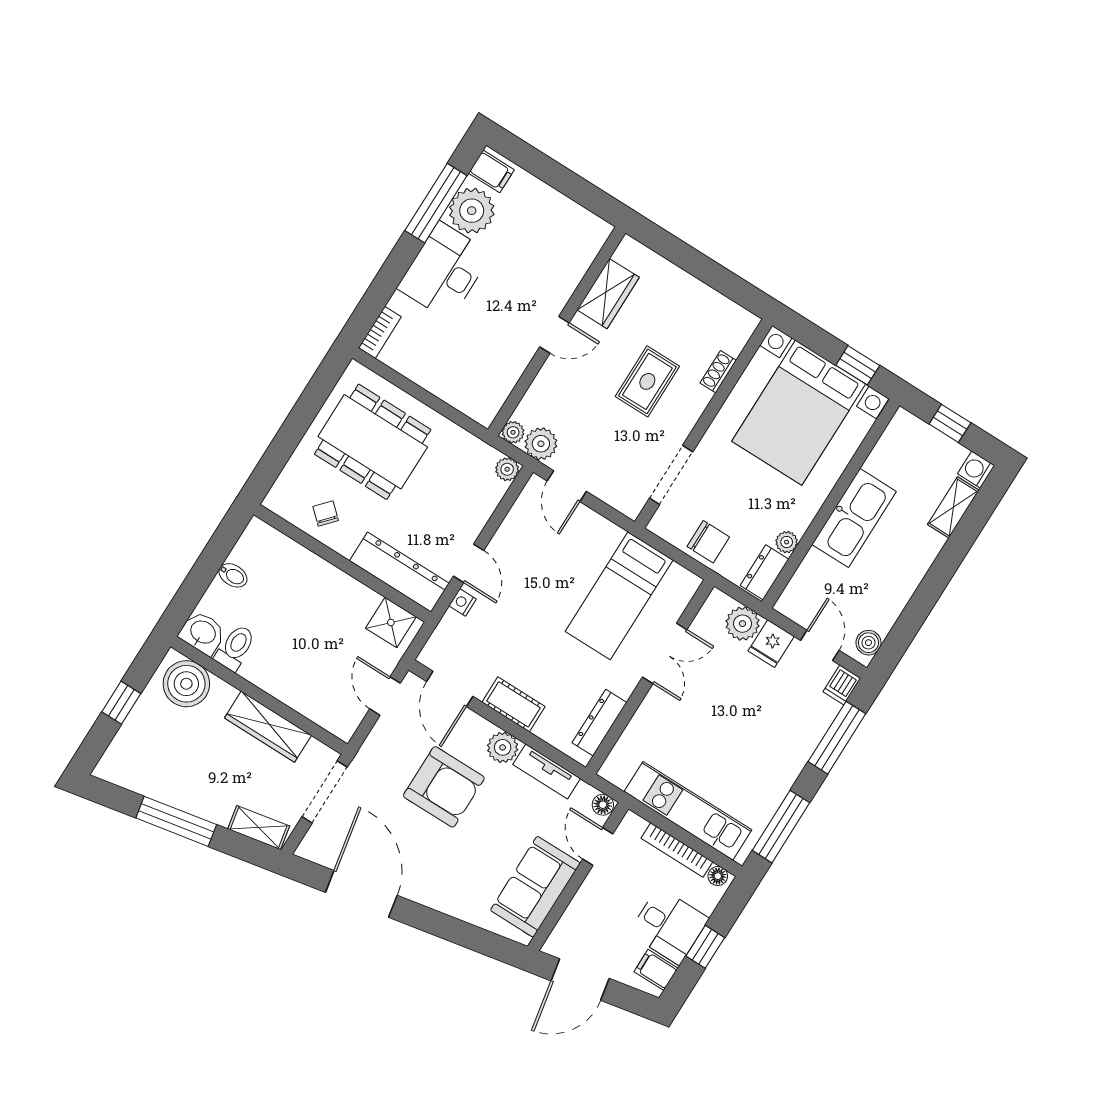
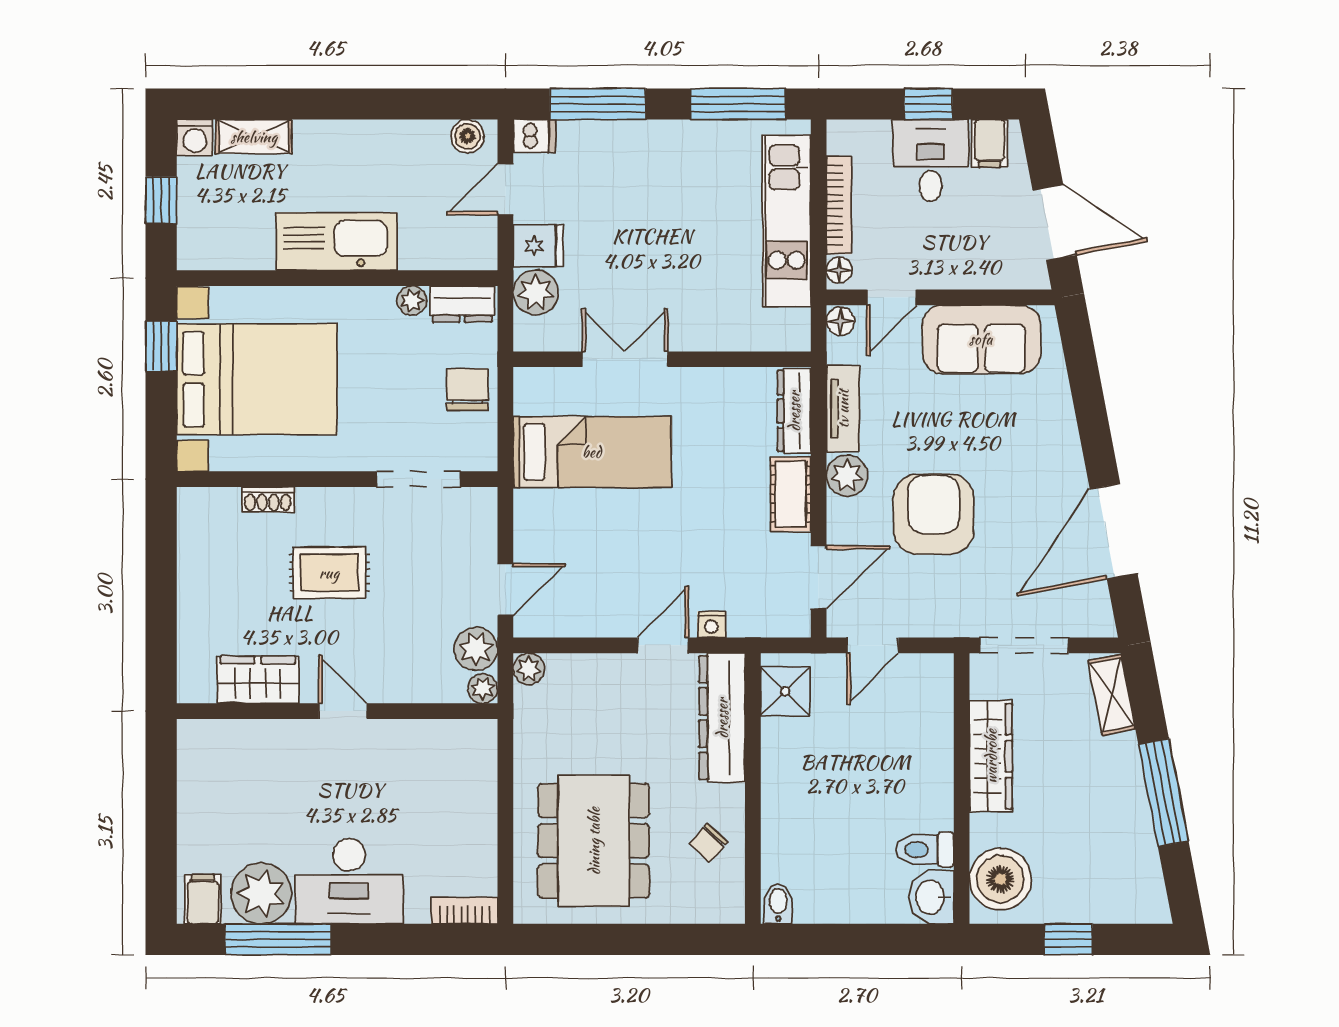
bidet: (233, 575) -> (778, 904), moved
dresser: (599, 723) -> (794, 411), moved, turned 90
floor lamp: (718, 876) -> (839, 270), moved

